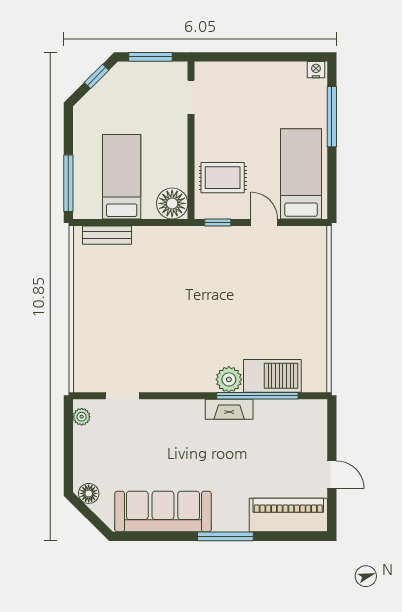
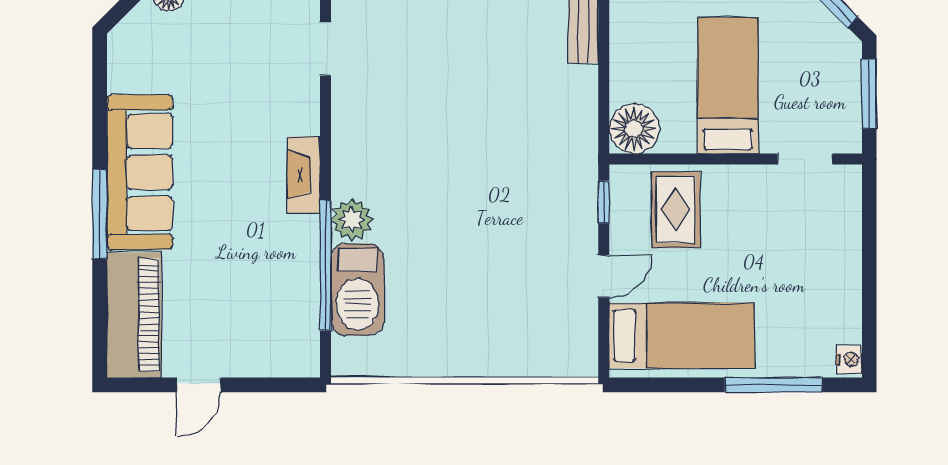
bed: (122, 177) -> (728, 86), moved, turned -90
fireplace: (229, 409) -> (304, 175), moved
sofa: (163, 512) -> (140, 172), moved

